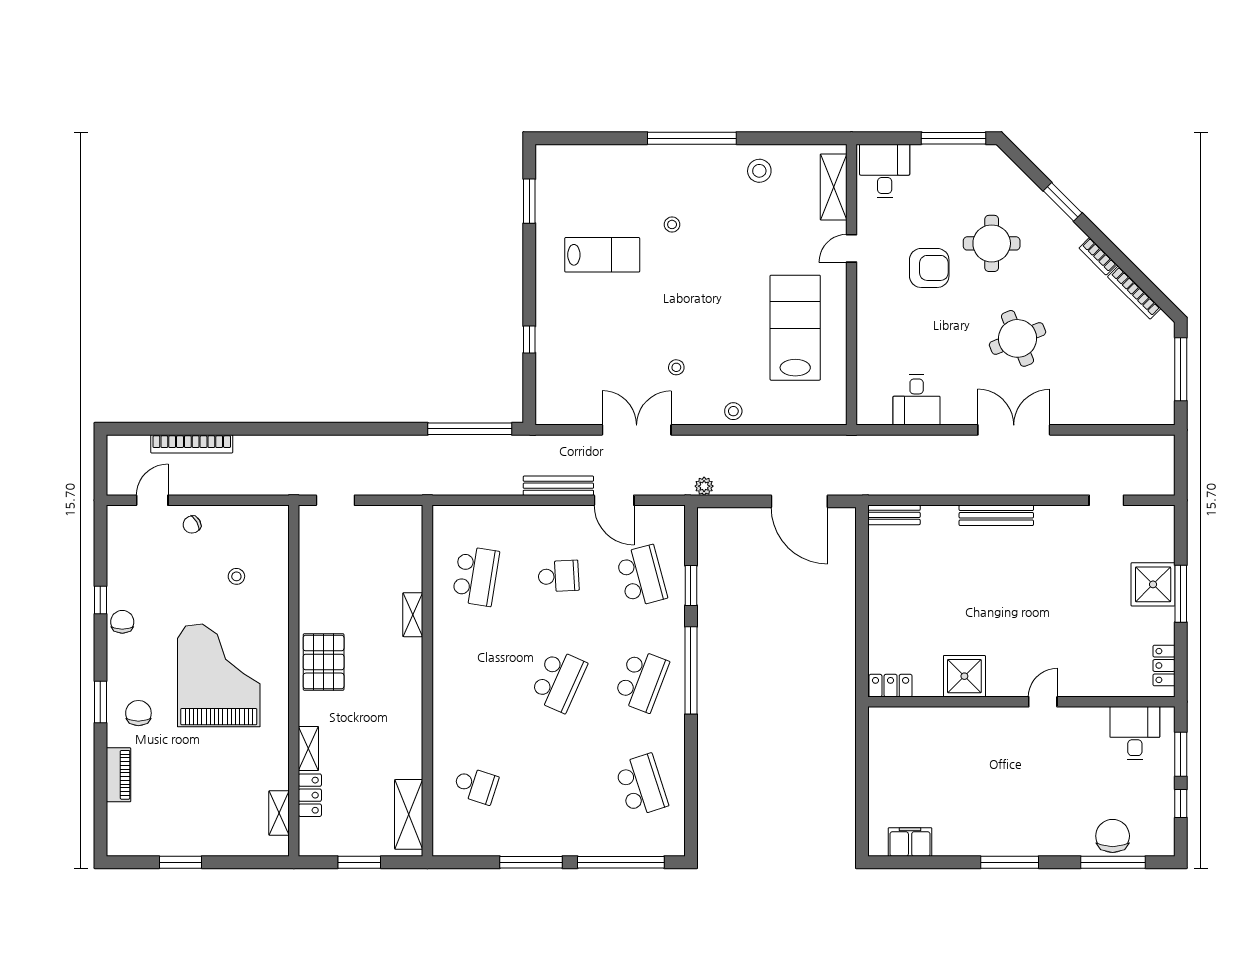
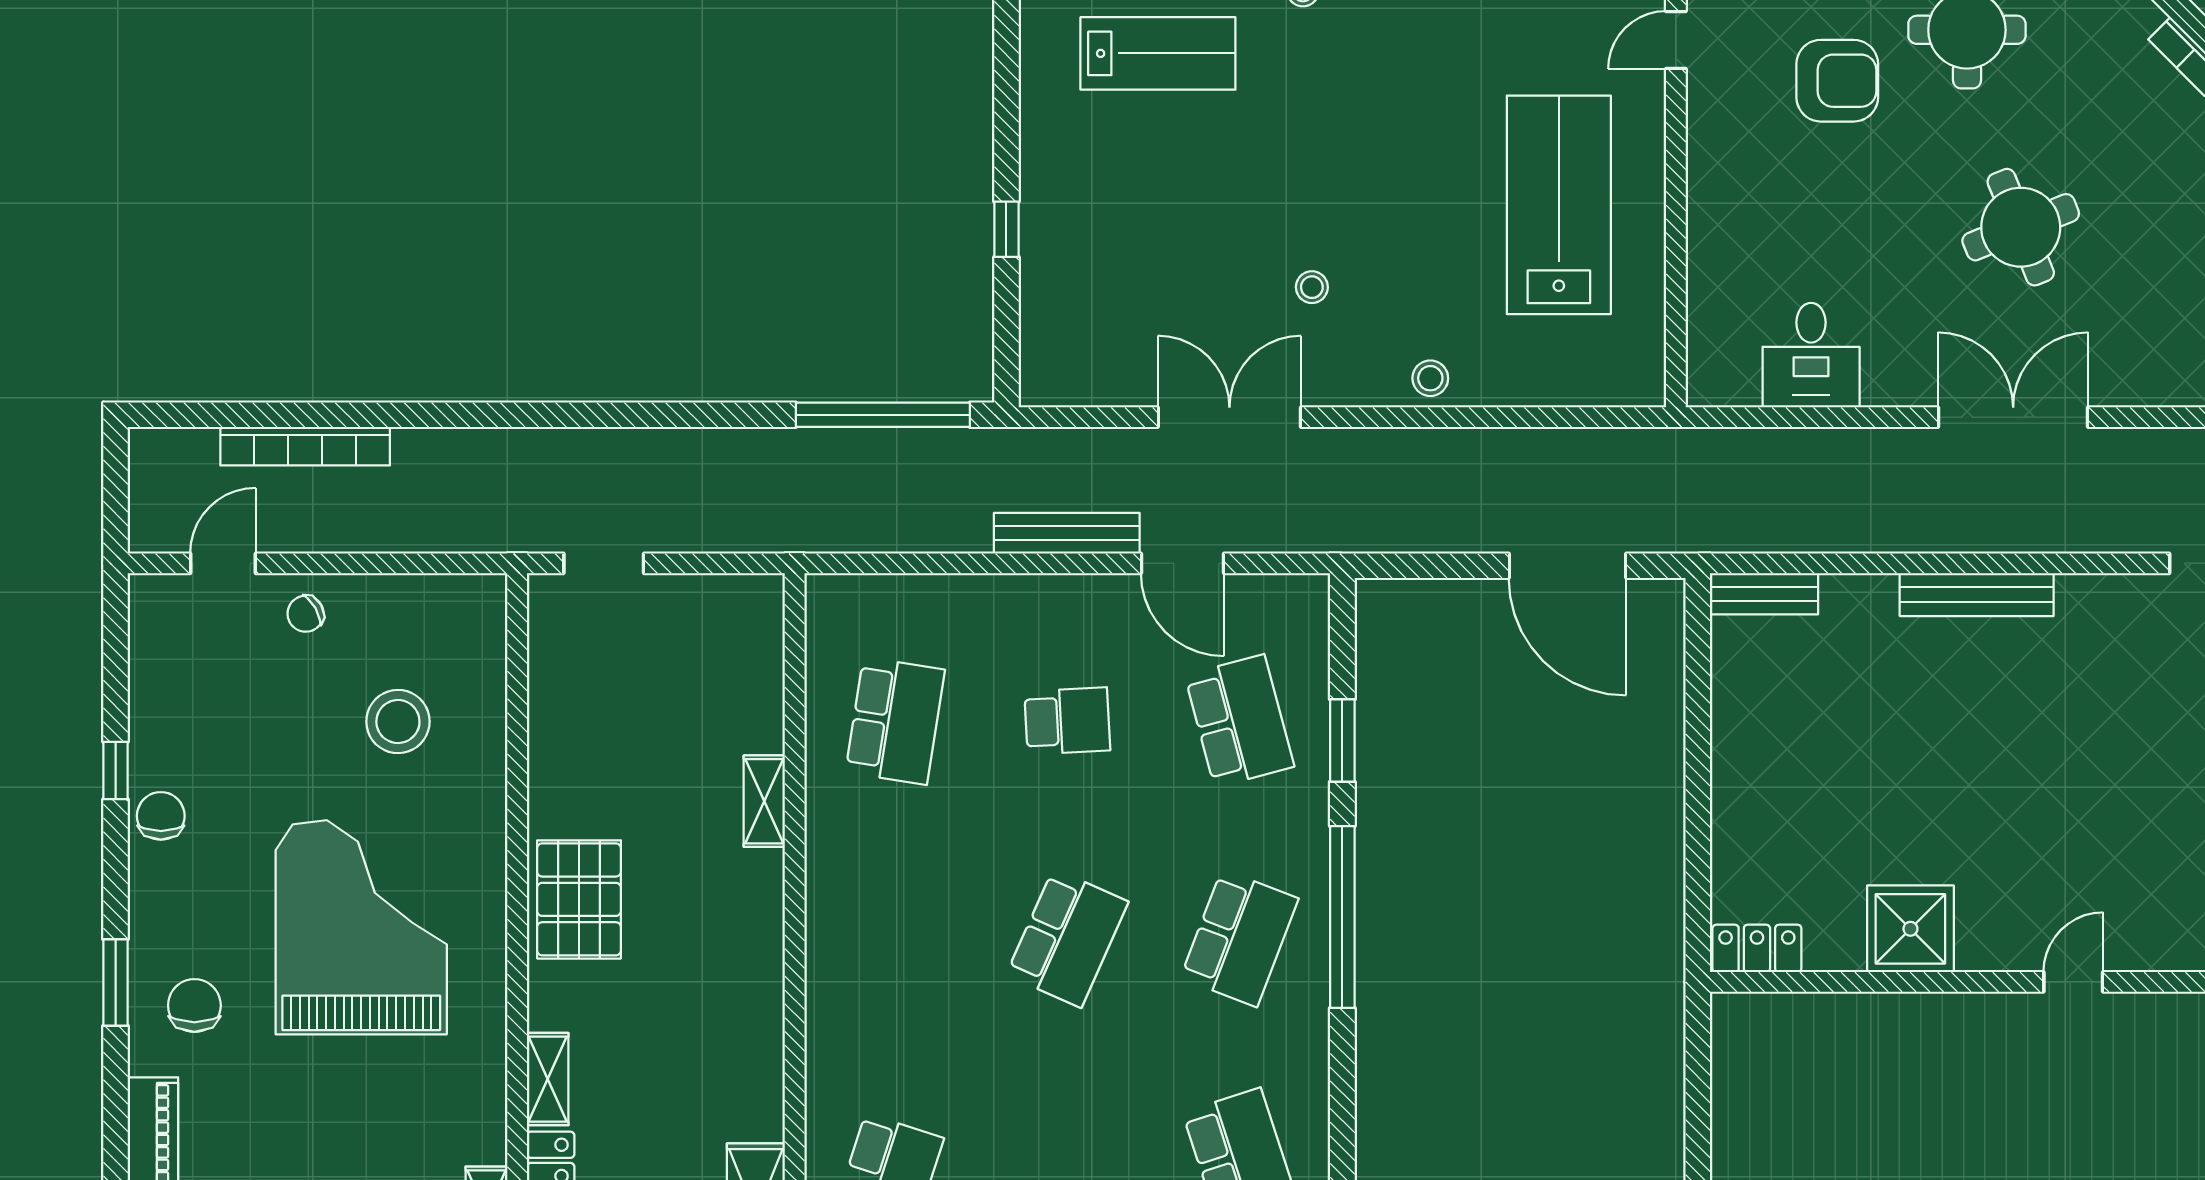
plant: (704, 486) -> (1370, 534), removed
stool: (236, 576) -> (398, 722), width x1.89, depth x1.89

